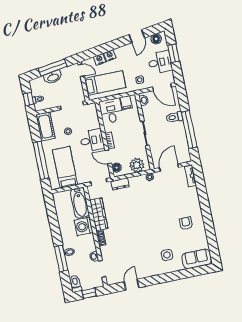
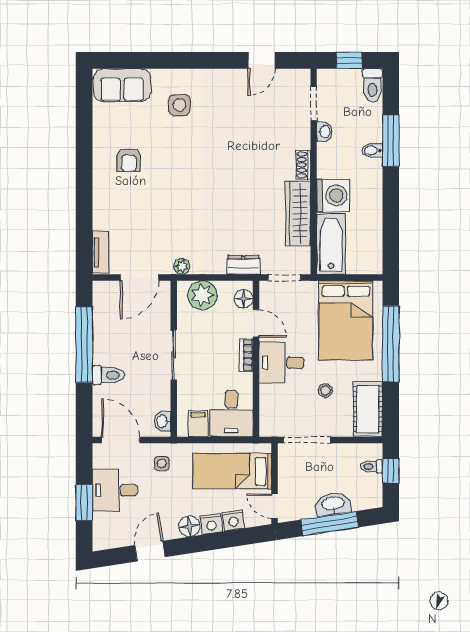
floor lamp: (156, 39) -> (189, 526), moved
bed: (65, 167) -> (346, 320), width x1.50

